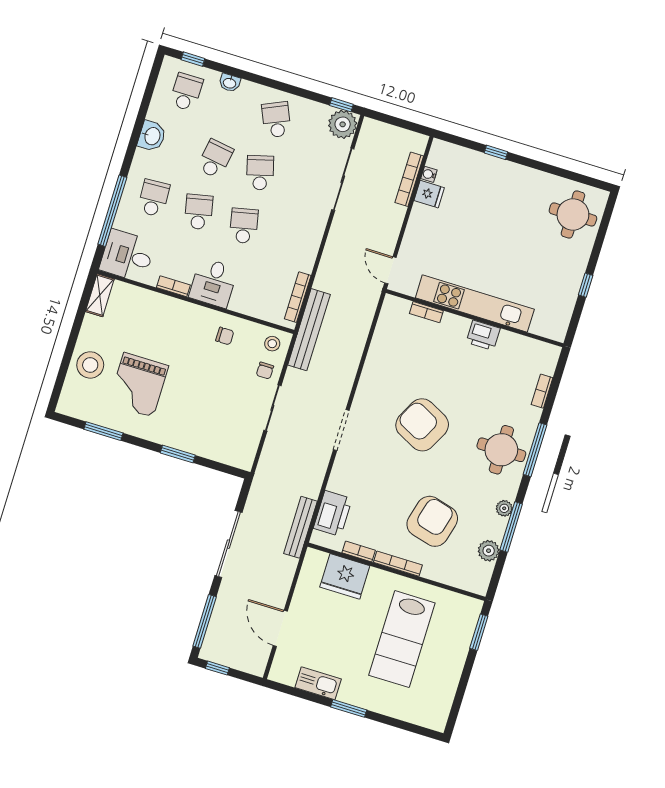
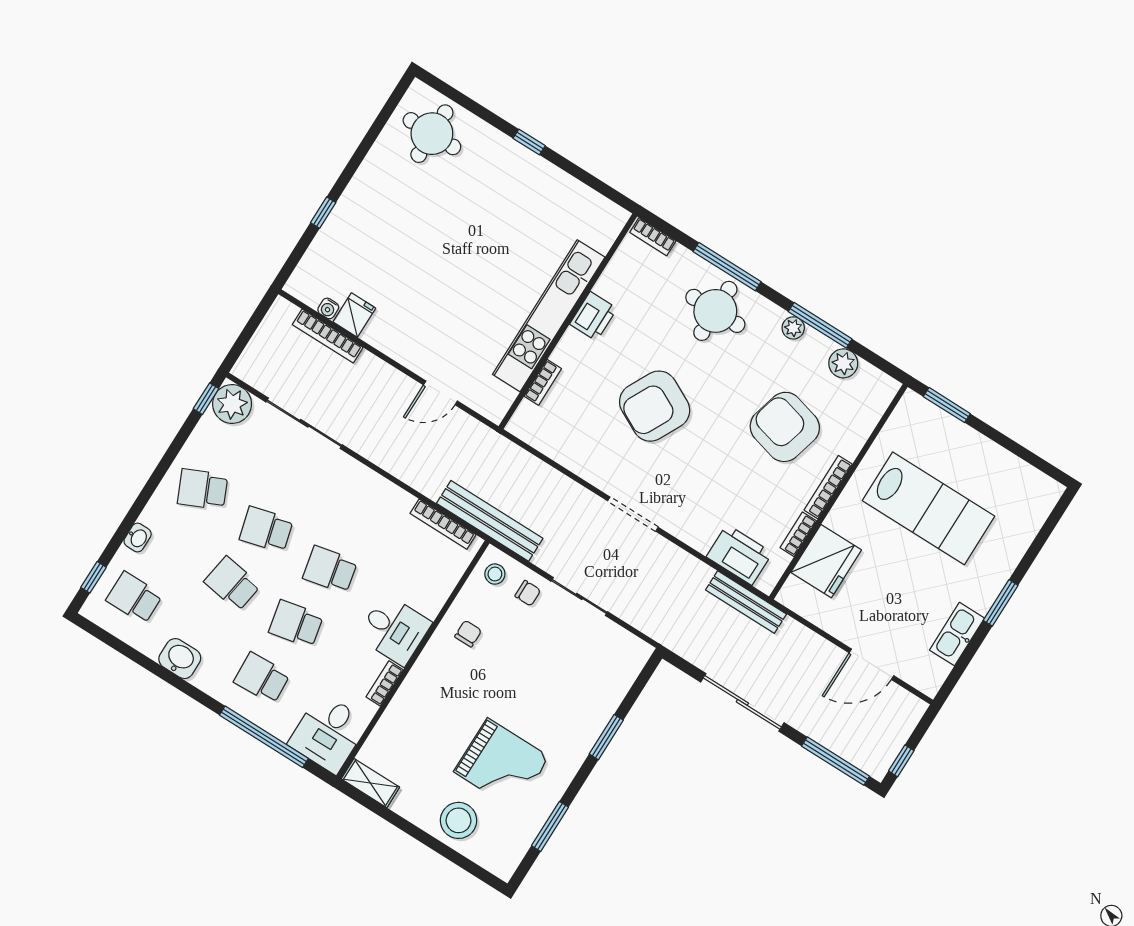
kitchen unit: (475, 303) -> (549, 316), moved
bookcase: (426, 312) -> (543, 382), moved
wall: (475, 318) -> (568, 321), moved
printer: (483, 335) -> (593, 316), moved

